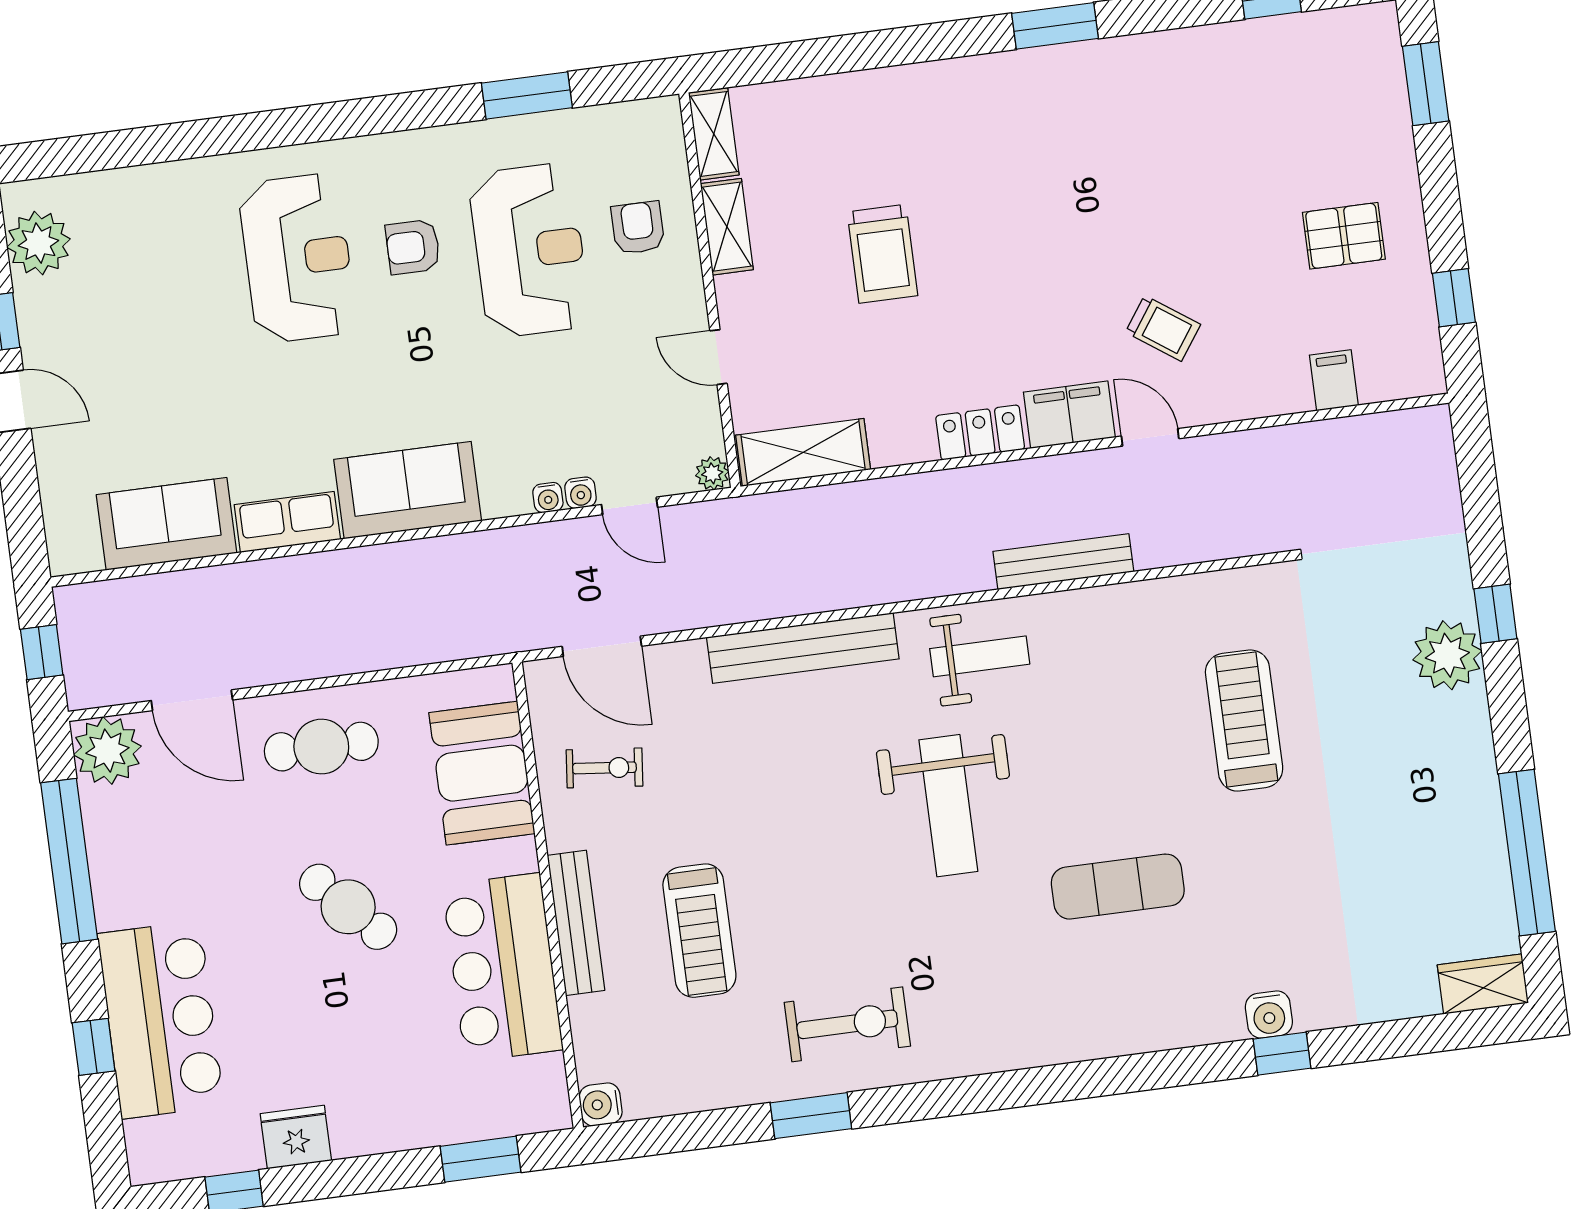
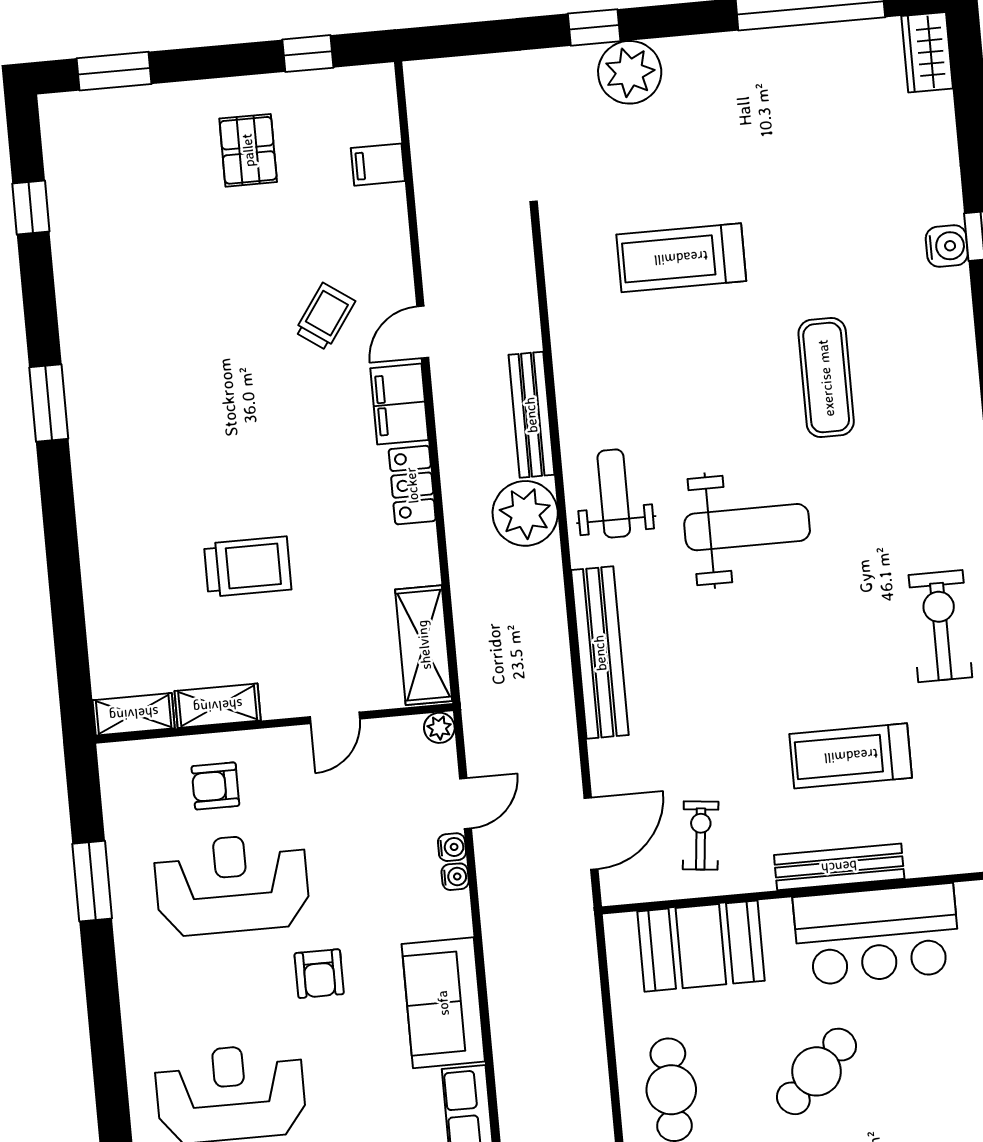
armchair: (413, 247) -> (319, 974), moved
plant: (954, 559) -> (525, 513), added
treadmill: (699, 931) -> (851, 756), turned 180

